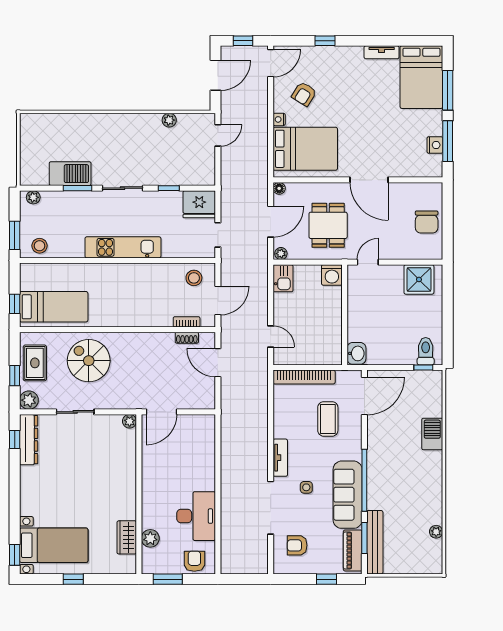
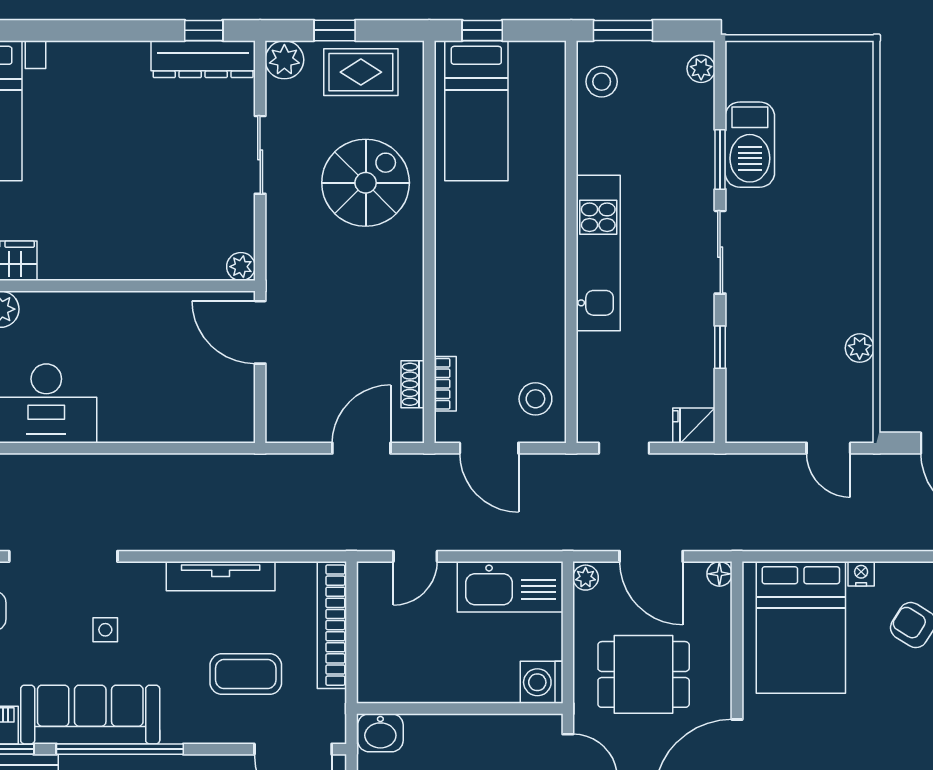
fridge: (199, 204) -> (694, 425), width x0.53, depth x0.75
kitchen sink: (283, 278) -> (510, 587), width x1.88, depth x1.24
tv unit: (280, 458) -> (221, 576), moved, width x1.41

